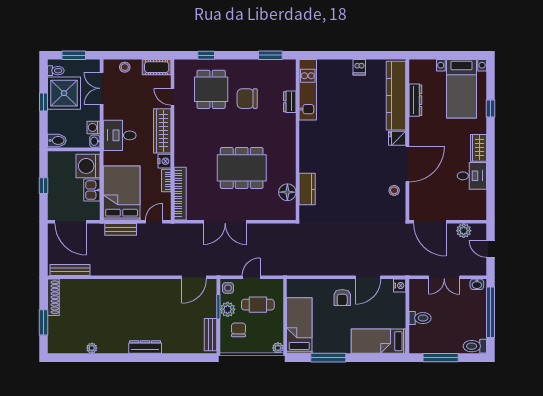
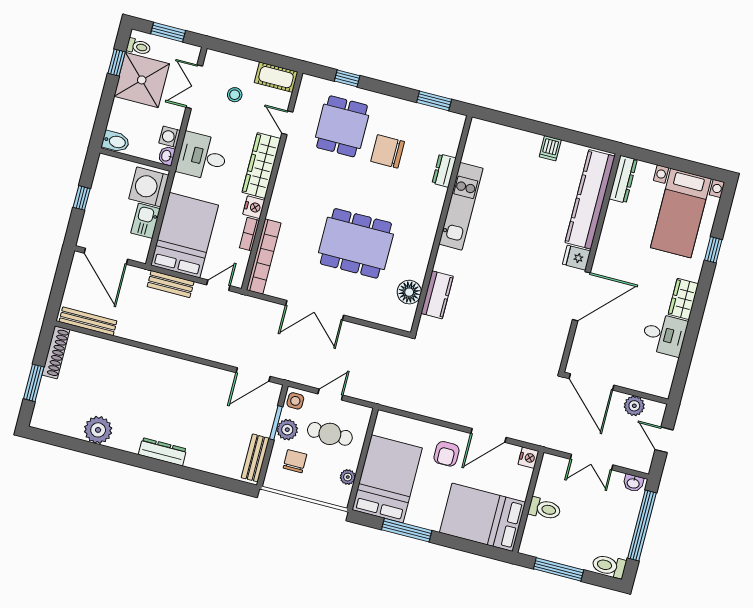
stool: (125, 67) -> (235, 95), moved
kitchen unit: (308, 90) -> (461, 206), moved
dresser: (415, 100) -> (623, 179), moved
window: (44, 102) -> (117, 63), moved
stool: (394, 190) -> (554, 327), removed
bed: (299, 326) -> (387, 479), width x1.50
bed: (379, 341) -> (482, 517), width x1.50
plant: (92, 348) -> (98, 430), width x1.87, depth x1.87
plant: (278, 348) -> (348, 477), moved

